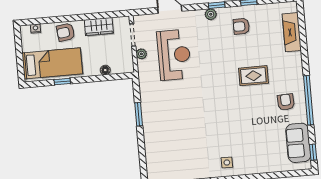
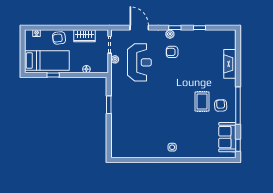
armchair: (241, 26) -> (172, 52), moved
fireplace: (292, 32) -> (230, 64), moved
rug: (253, 76) -> (202, 101), moved, turned 90

